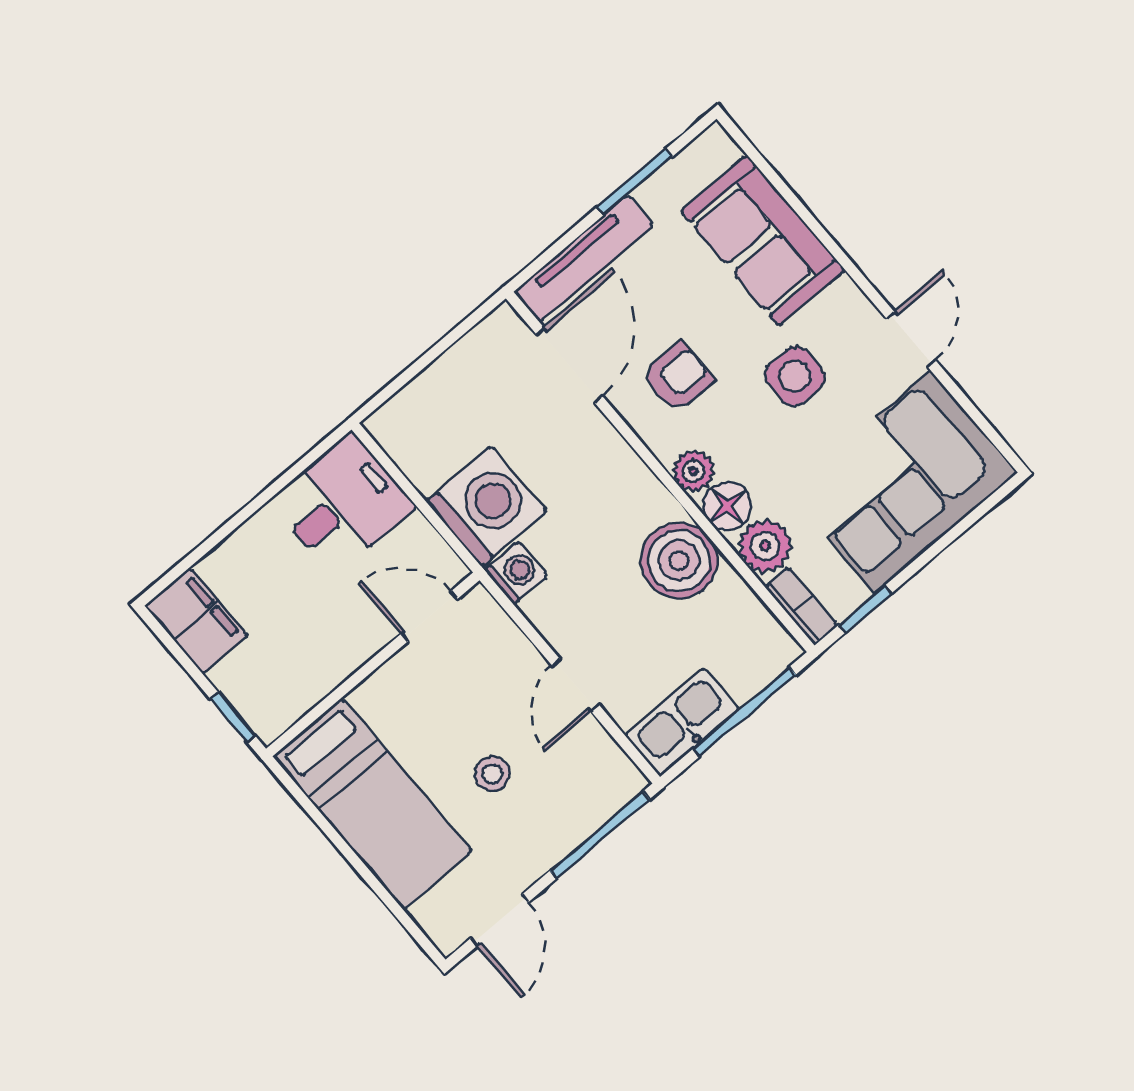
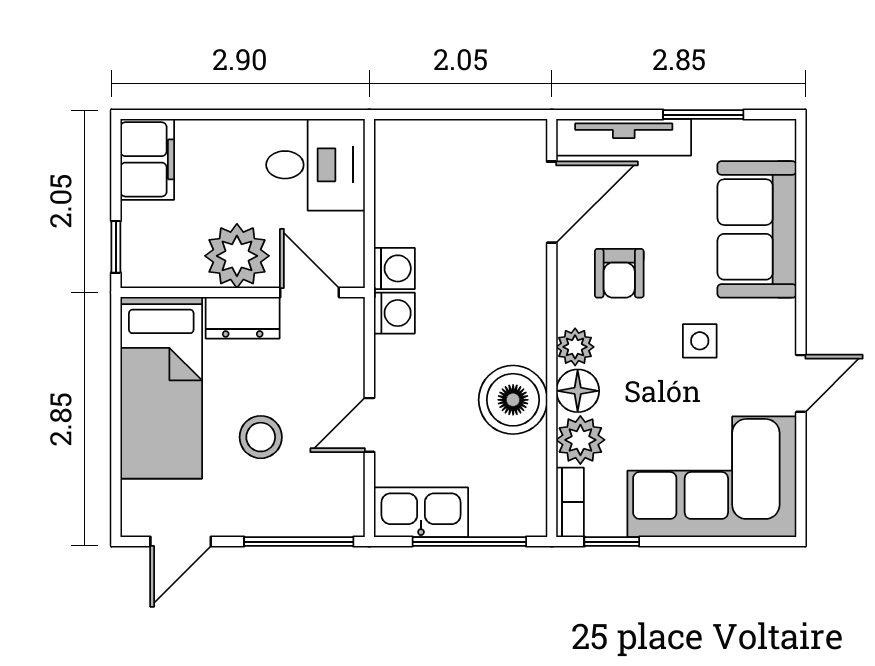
side table: (795, 376) -> (700, 341), width x0.73, depth x0.73
armchair: (678, 377) -> (619, 273), turned 90
washing machine: (486, 506) -> (394, 268), width x0.53, depth x0.53
plant: (342, 638) -> (237, 256), added
dresser: (391, 686) -> (243, 318), added
stool: (492, 774) -> (261, 437), width x1.37, depth x1.37

